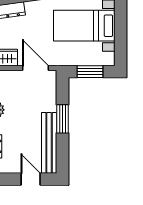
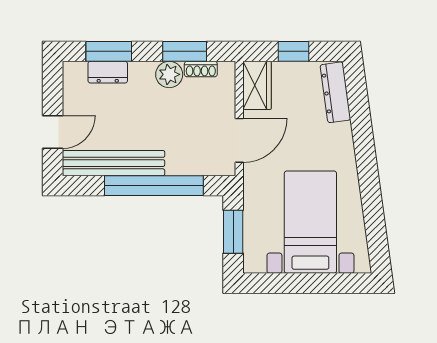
window: (62, 119) -> (154, 186), width x2.11

